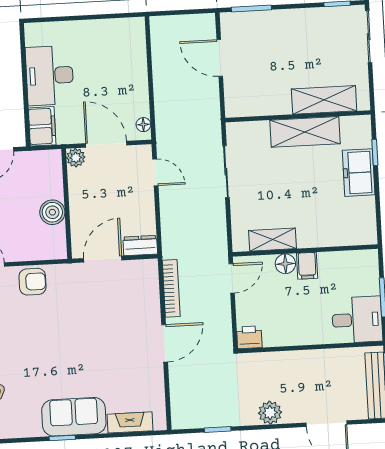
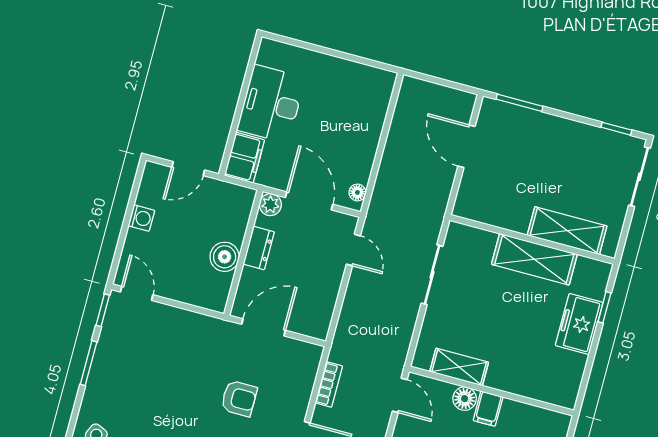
dresser: (140, 246) -> (259, 248), moved, turned 90
door: (232, 278) -> (400, 395), hinge flipped
armchair: (32, 282) -> (239, 398), moved
bookcase: (171, 288) -> (329, 384), width x0.64

